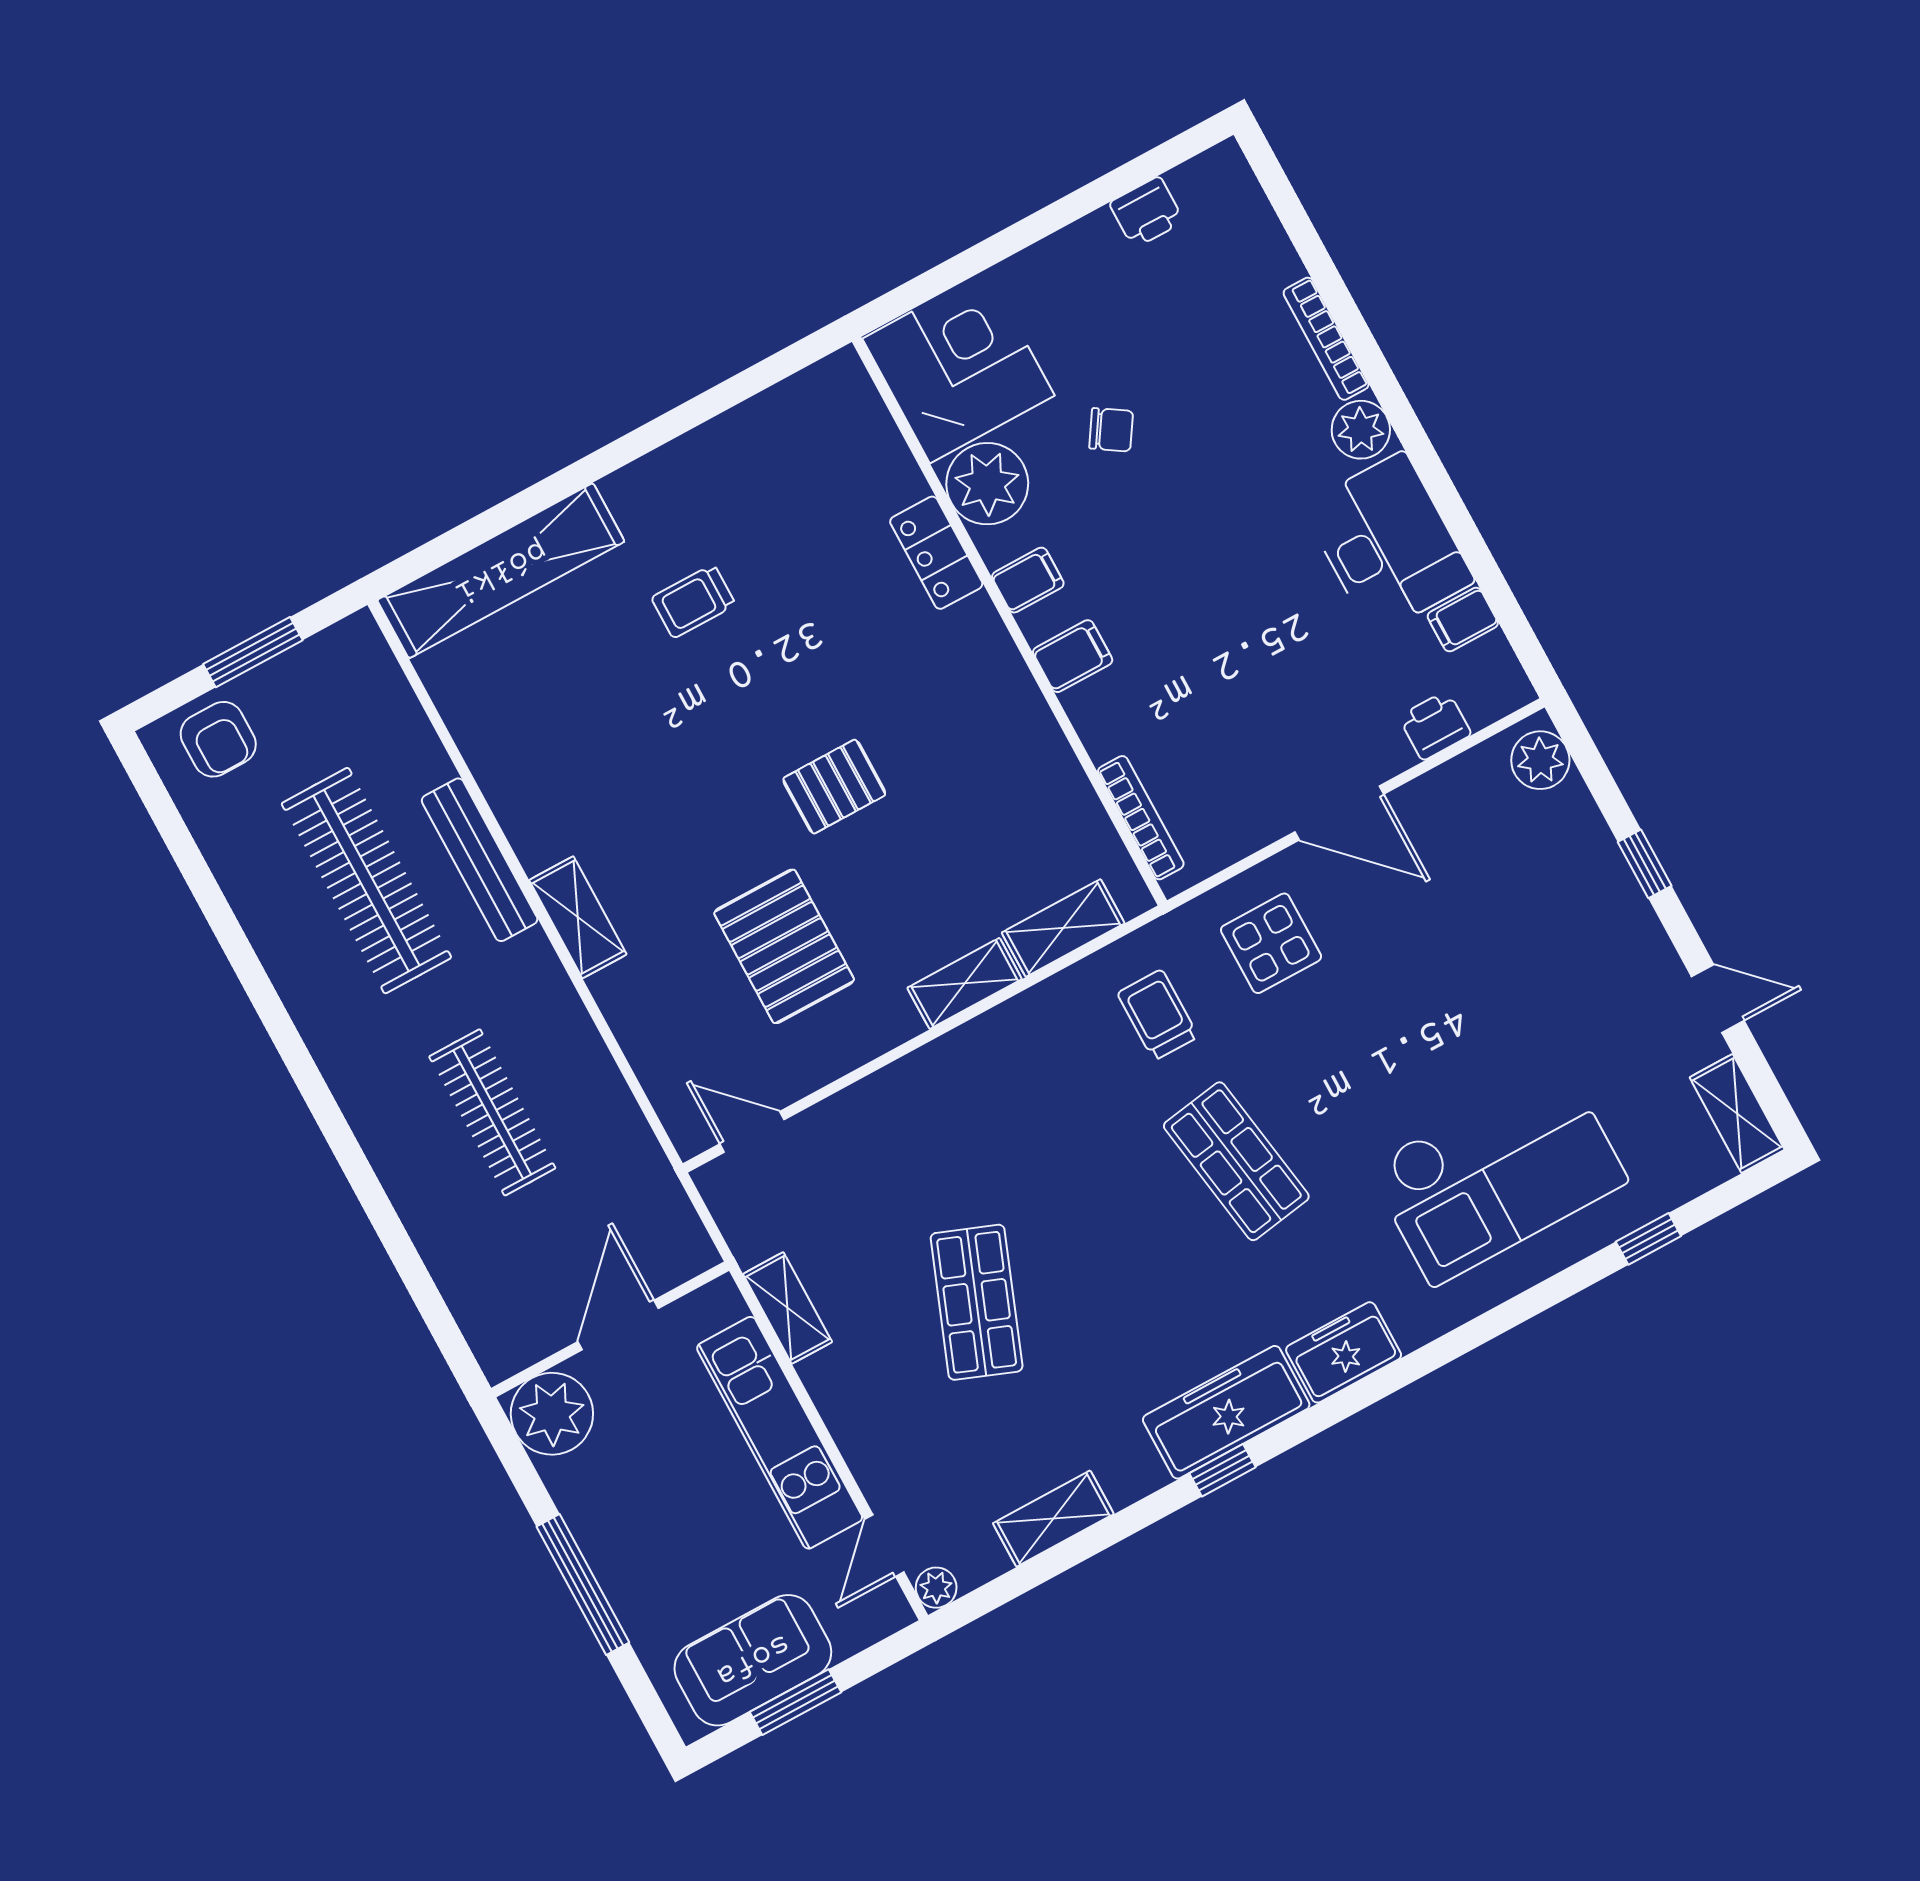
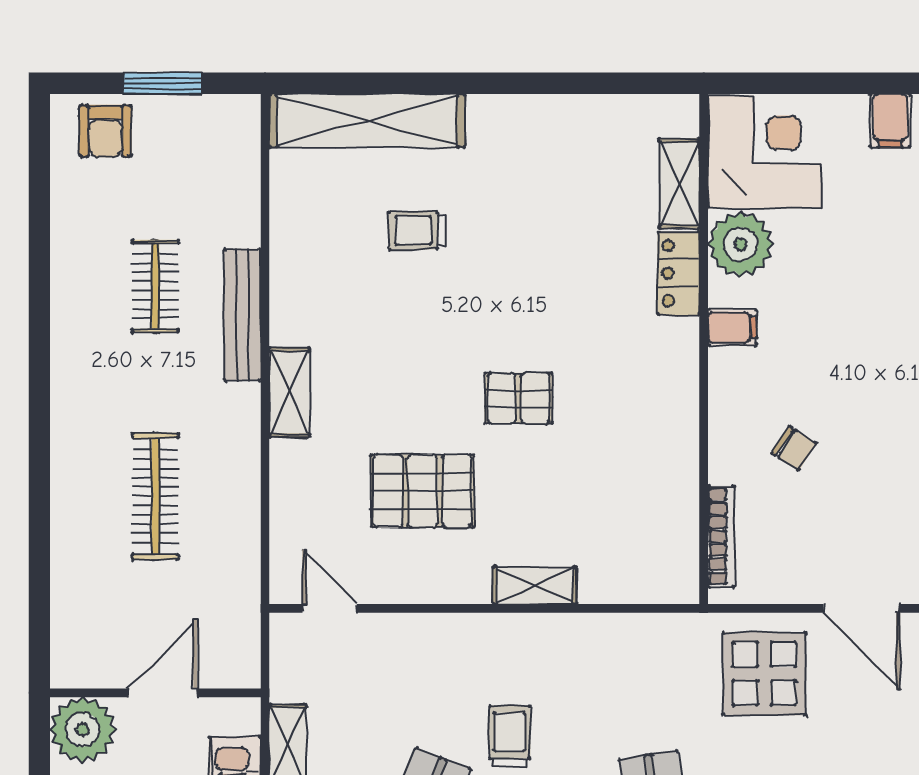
chair: (1111, 430) -> (794, 448), moved
trolley: (693, 601) -> (417, 230), moved
filing cabinet: (1073, 656) -> (890, 121), moved, turned 90
clothes rail: (366, 881) -> (155, 286), width x0.54, depth x0.76
shelving: (1063, 928) -> (679, 184), moved, turned 90
display table: (1271, 943) -> (764, 674), width x1.36, depth x1.36
pallet: (784, 946) -> (423, 491), turned 90
trolley: (1158, 1015) -> (510, 736), moved

